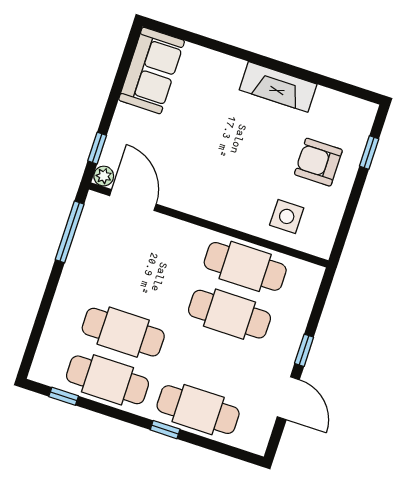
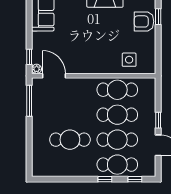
armchair: (318, 162) -> (144, 21), moved
cafe table: (107, 380) -> (117, 140), moved
window: (64, 396) -> (135, 179), moved

